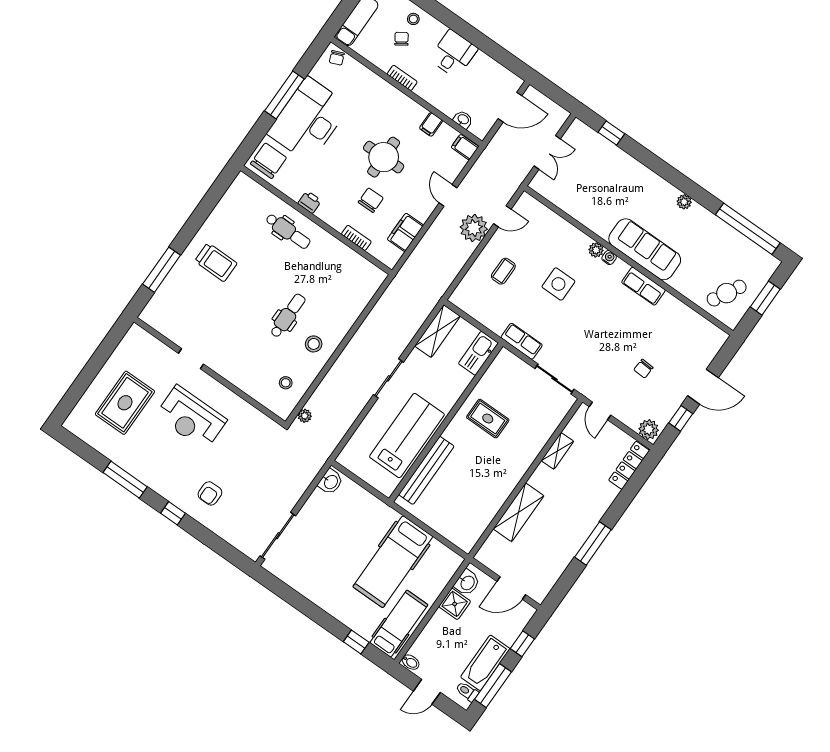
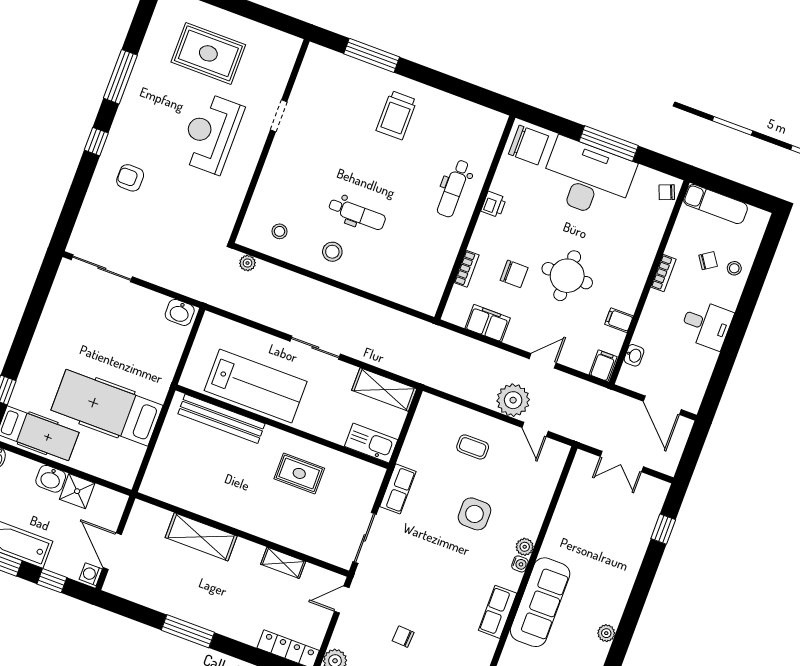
rug: (488, 419) -> (299, 473), turned 90
washbasin: (467, 583) -> (51, 479), moved
washing machine: (525, 611) -> (91, 574), added

